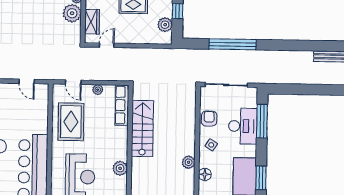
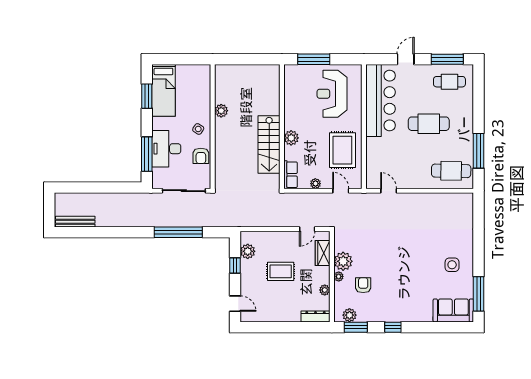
row of seats: (122, 105) -> (291, 175), width x0.68
plant: (120, 168) -> (291, 138), moved
floor lamp: (205, 174) -> (204, 99), removed

